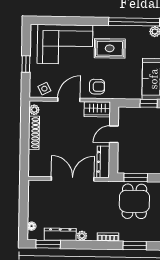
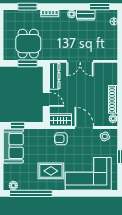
door: (69, 100) -> (84, 127), swing flipped
door: (114, 134) -> (46, 99), hinge flipped
double door: (73, 179) -> (80, 61), width x0.73
dresser: (60, 234) -> (86, 15), width x0.70

